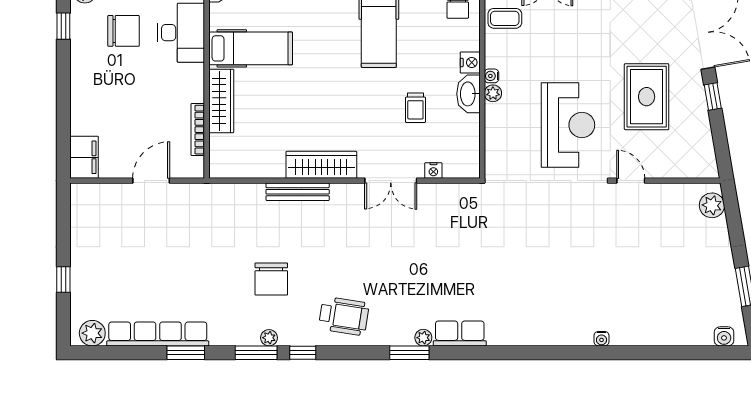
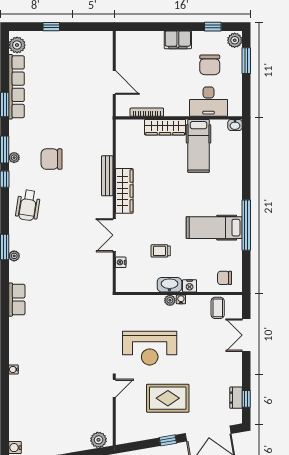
filing cabinet: (84, 157) -> (178, 40), moved
row of seats: (460, 333) -> (17, 300), moved

